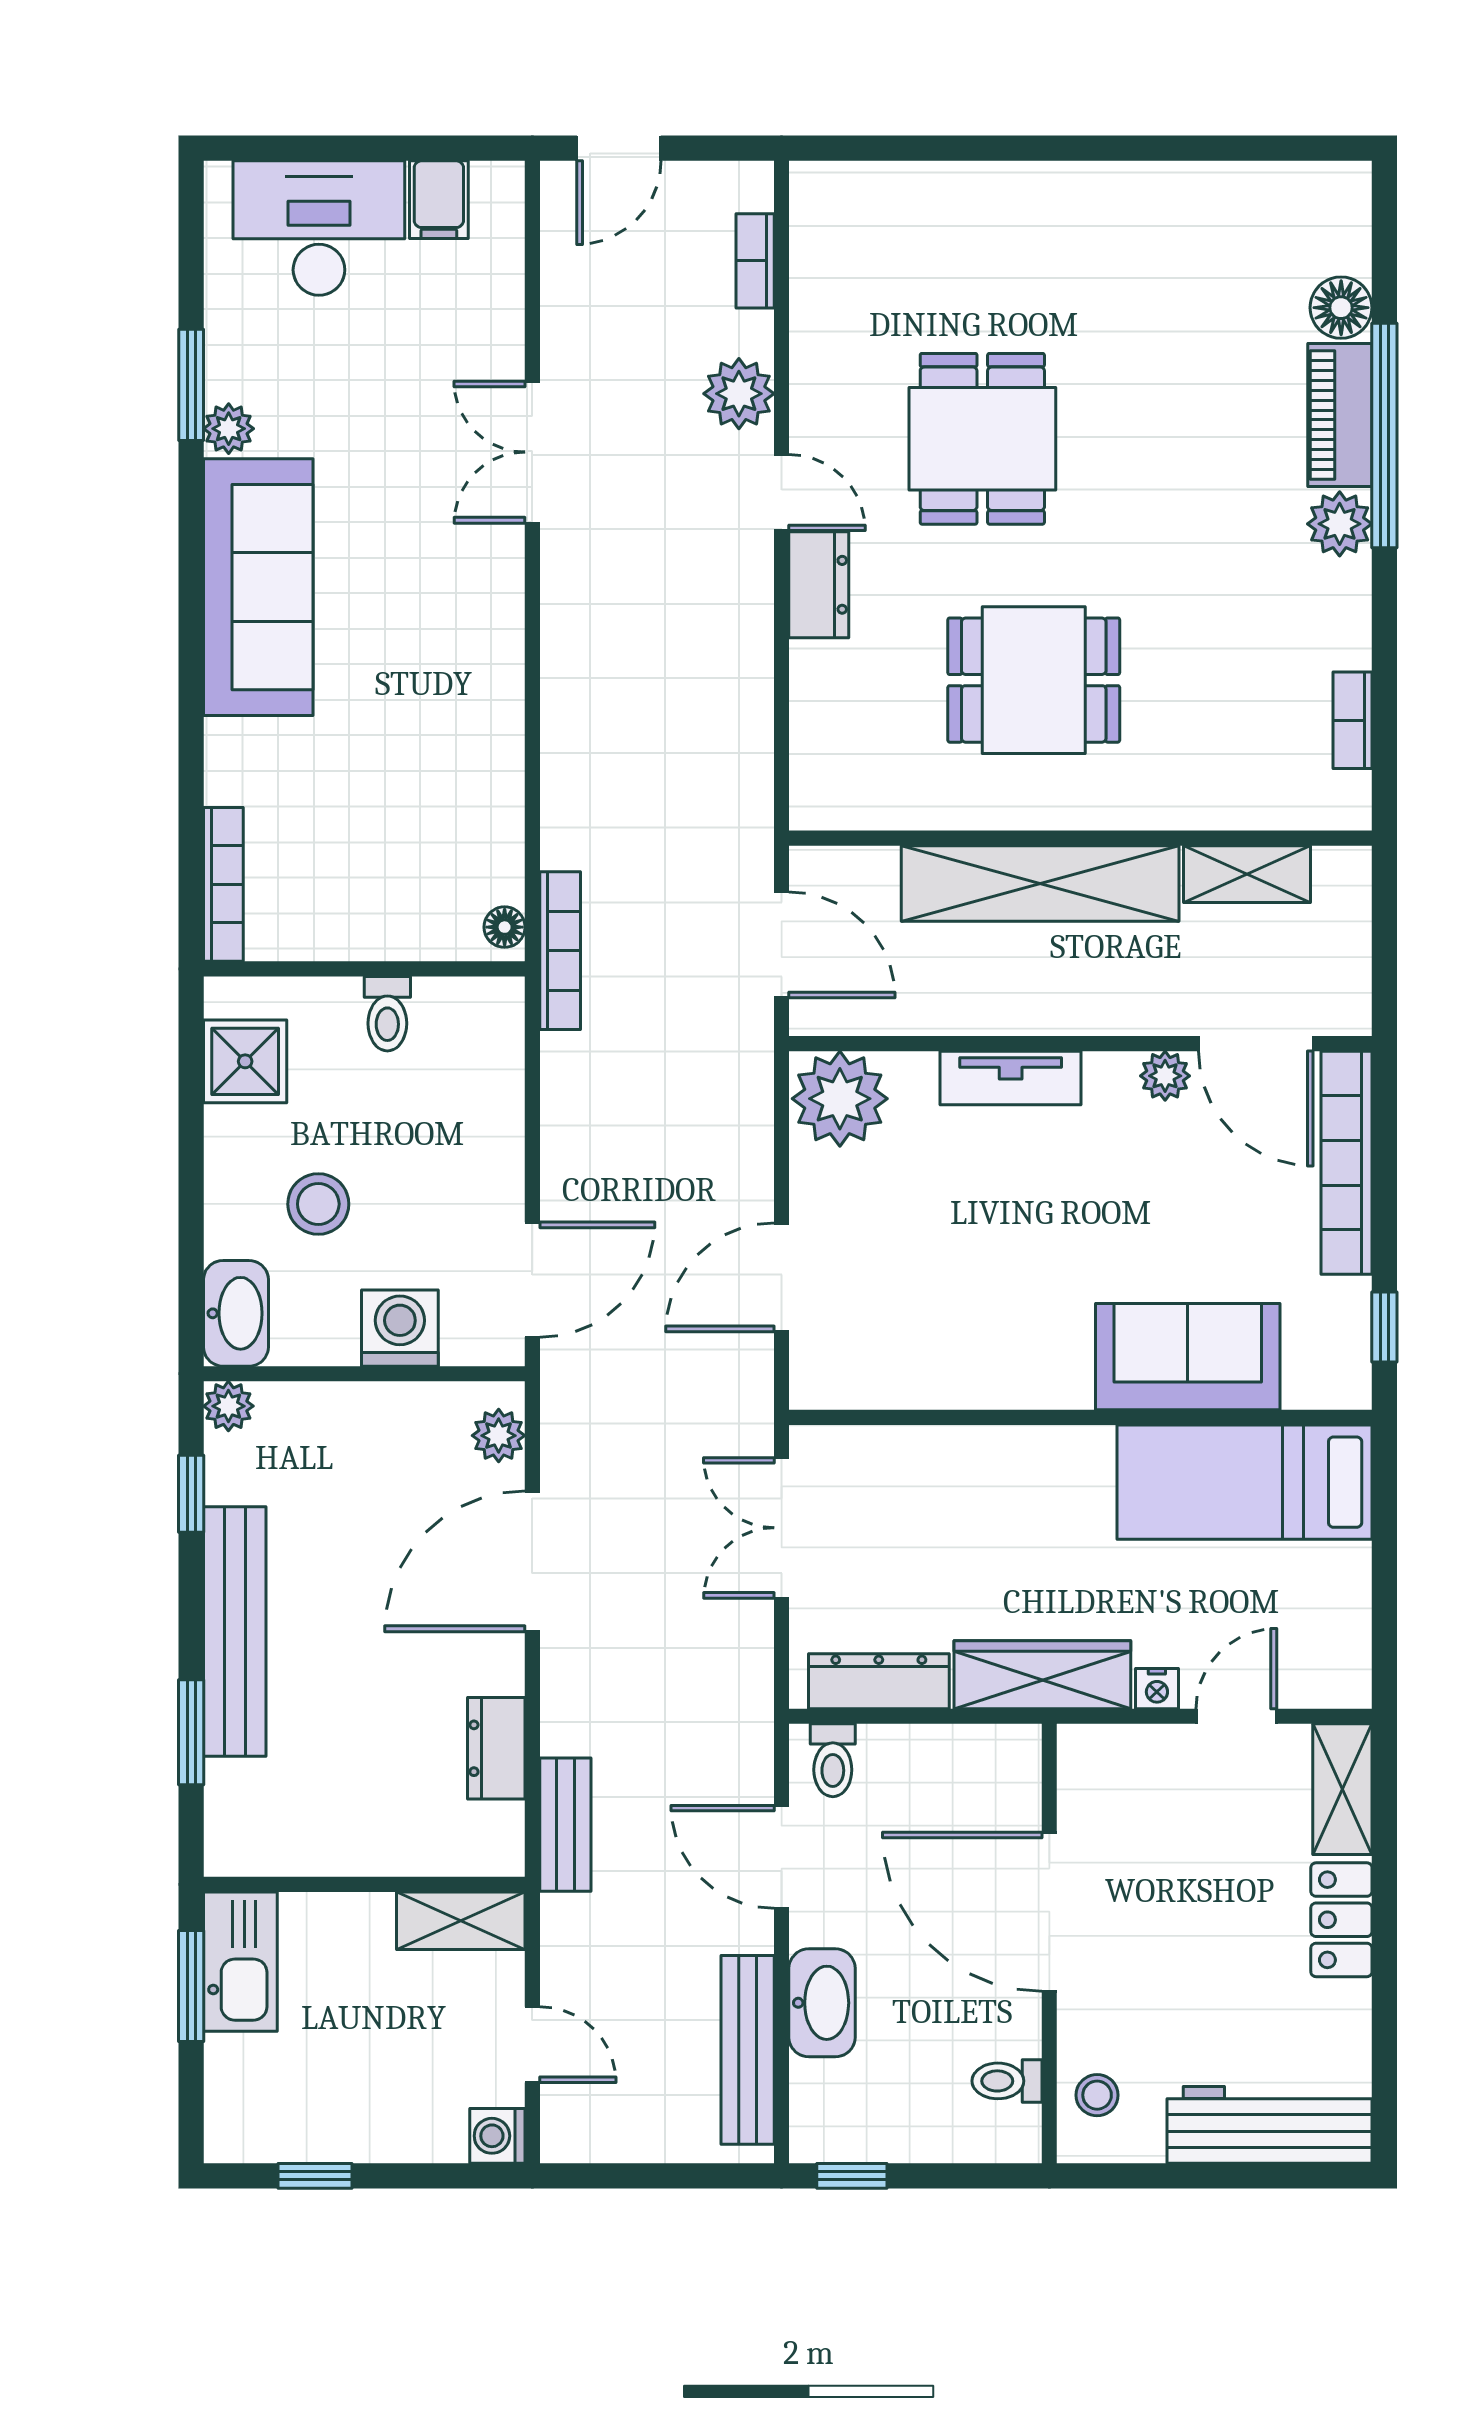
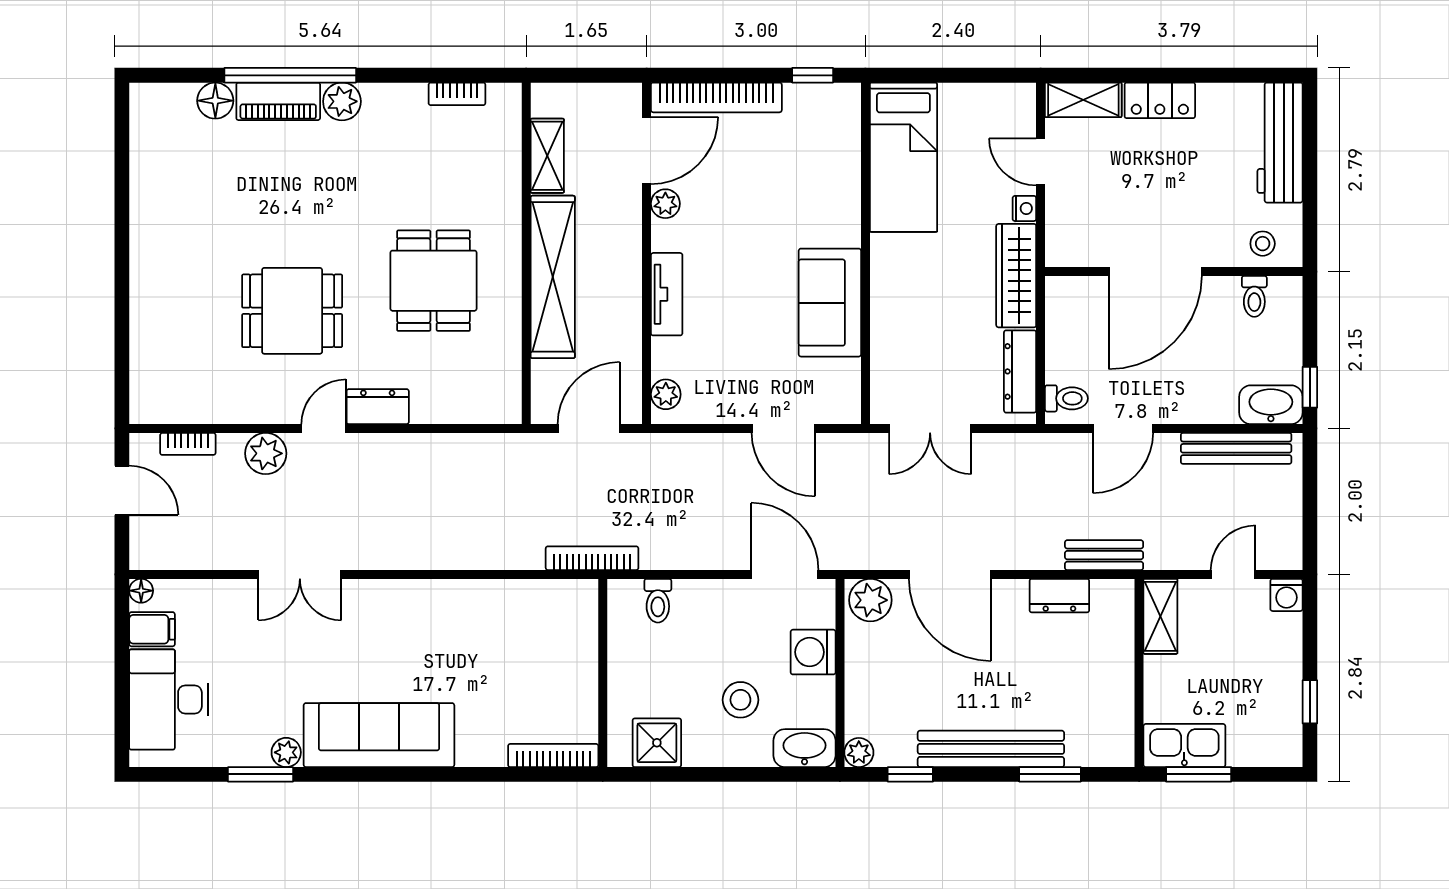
door: (619, 148) -> (122, 490), moved
floor lamp: (505, 927) -> (141, 591), moved
toilet: (387, 1014) -> (658, 601), moved, turned 90
plant: (840, 1099) -> (666, 394), width x0.53, depth x0.53
sofa: (1188, 1357) -> (830, 303), moved
plant: (499, 1436) -> (870, 600), width x1.38, depth x1.38
washbasin: (822, 2003) -> (1271, 405), moved

